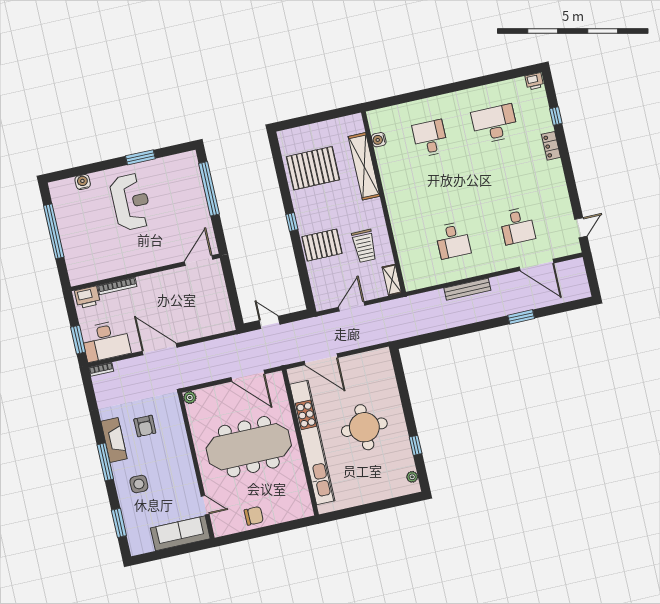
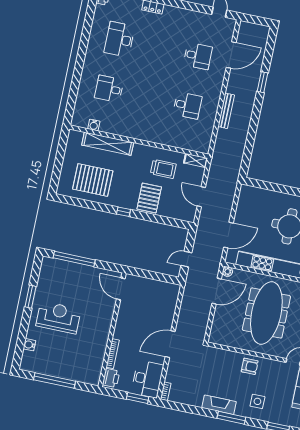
pallet: (313, 168) -> (93, 180), turned 90
plant: (190, 397) -> (227, 272), moved
armchair: (145, 426) -> (250, 366), moved

